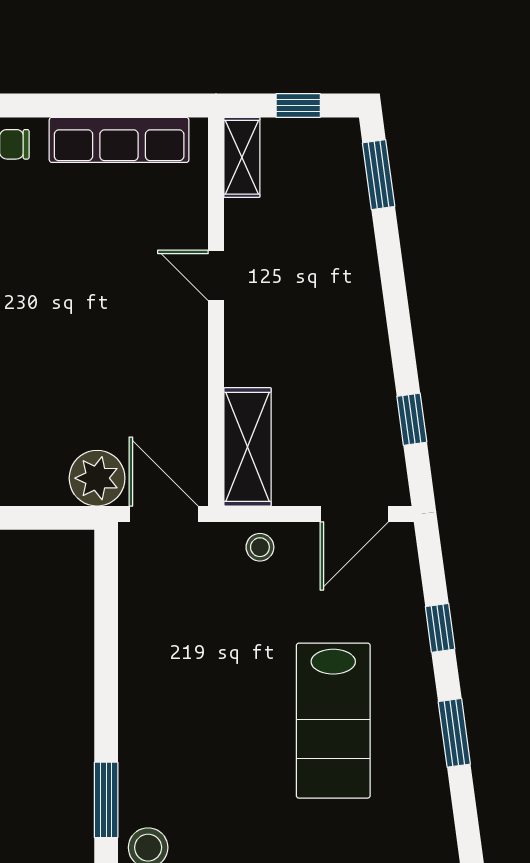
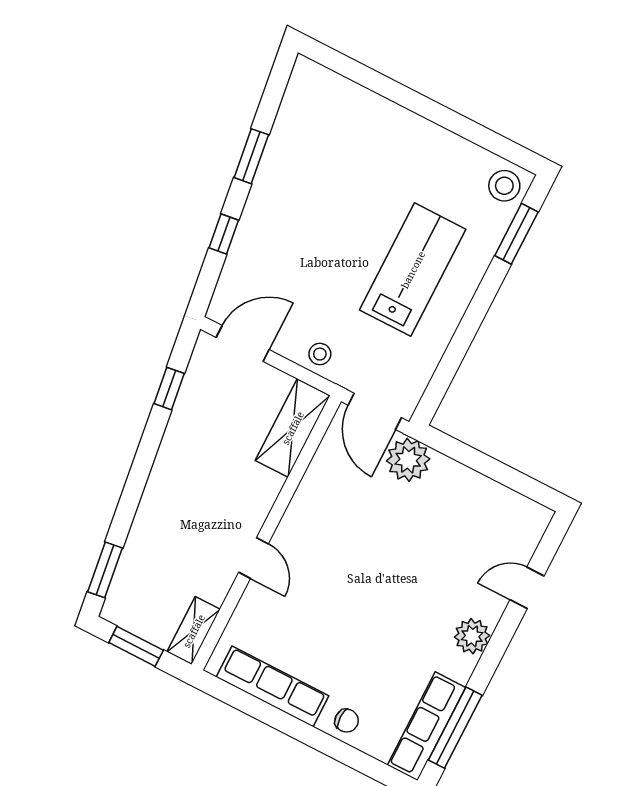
window: (298, 106) -> (136, 646), width x1.50
lab bench: (333, 721) -> (413, 270), moved

